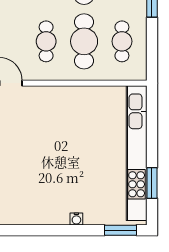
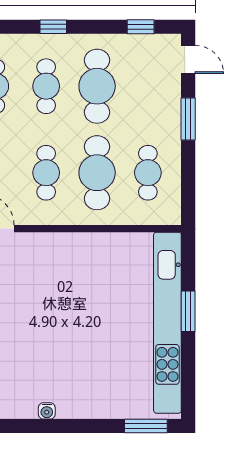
window: (152, 183) -> (188, 311), moved
water cooler: (76, 219) -> (47, 411), moved

